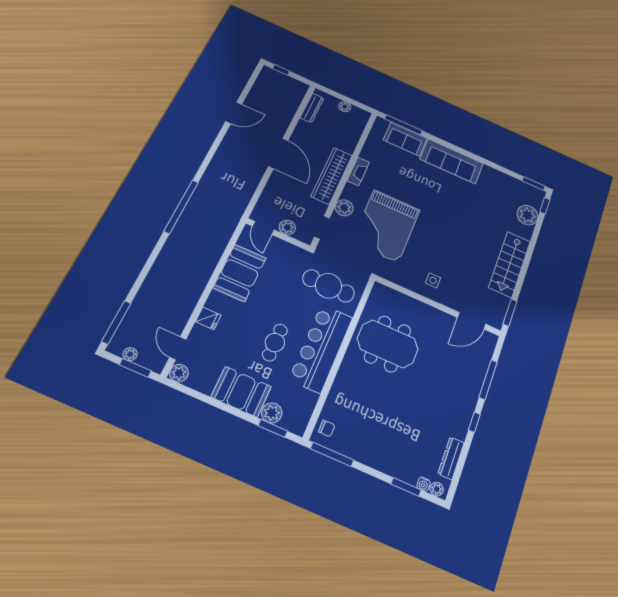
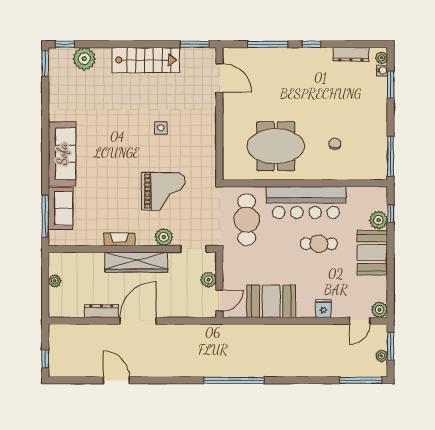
dresser: (312, 108) -> (101, 311), moved
grand piano: (386, 226) -> (163, 191), width x0.73, depth x0.68
side table: (433, 280) -> (161, 128), moved
meeting table: (388, 344) -> (276, 146), turned 90
window: (273, 428) -> (391, 214), width x0.67
chair: (327, 428) -> (335, 144), moved

